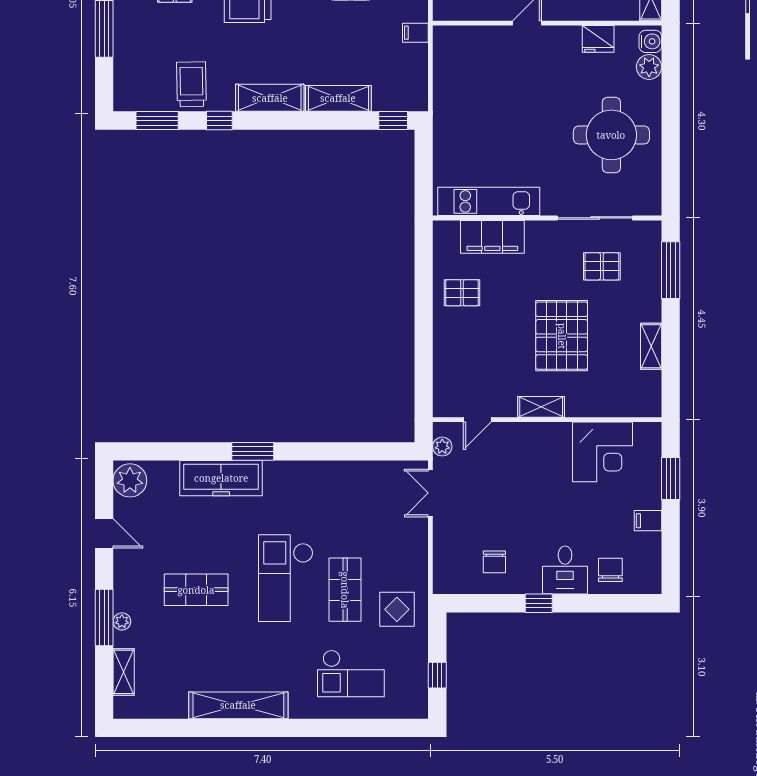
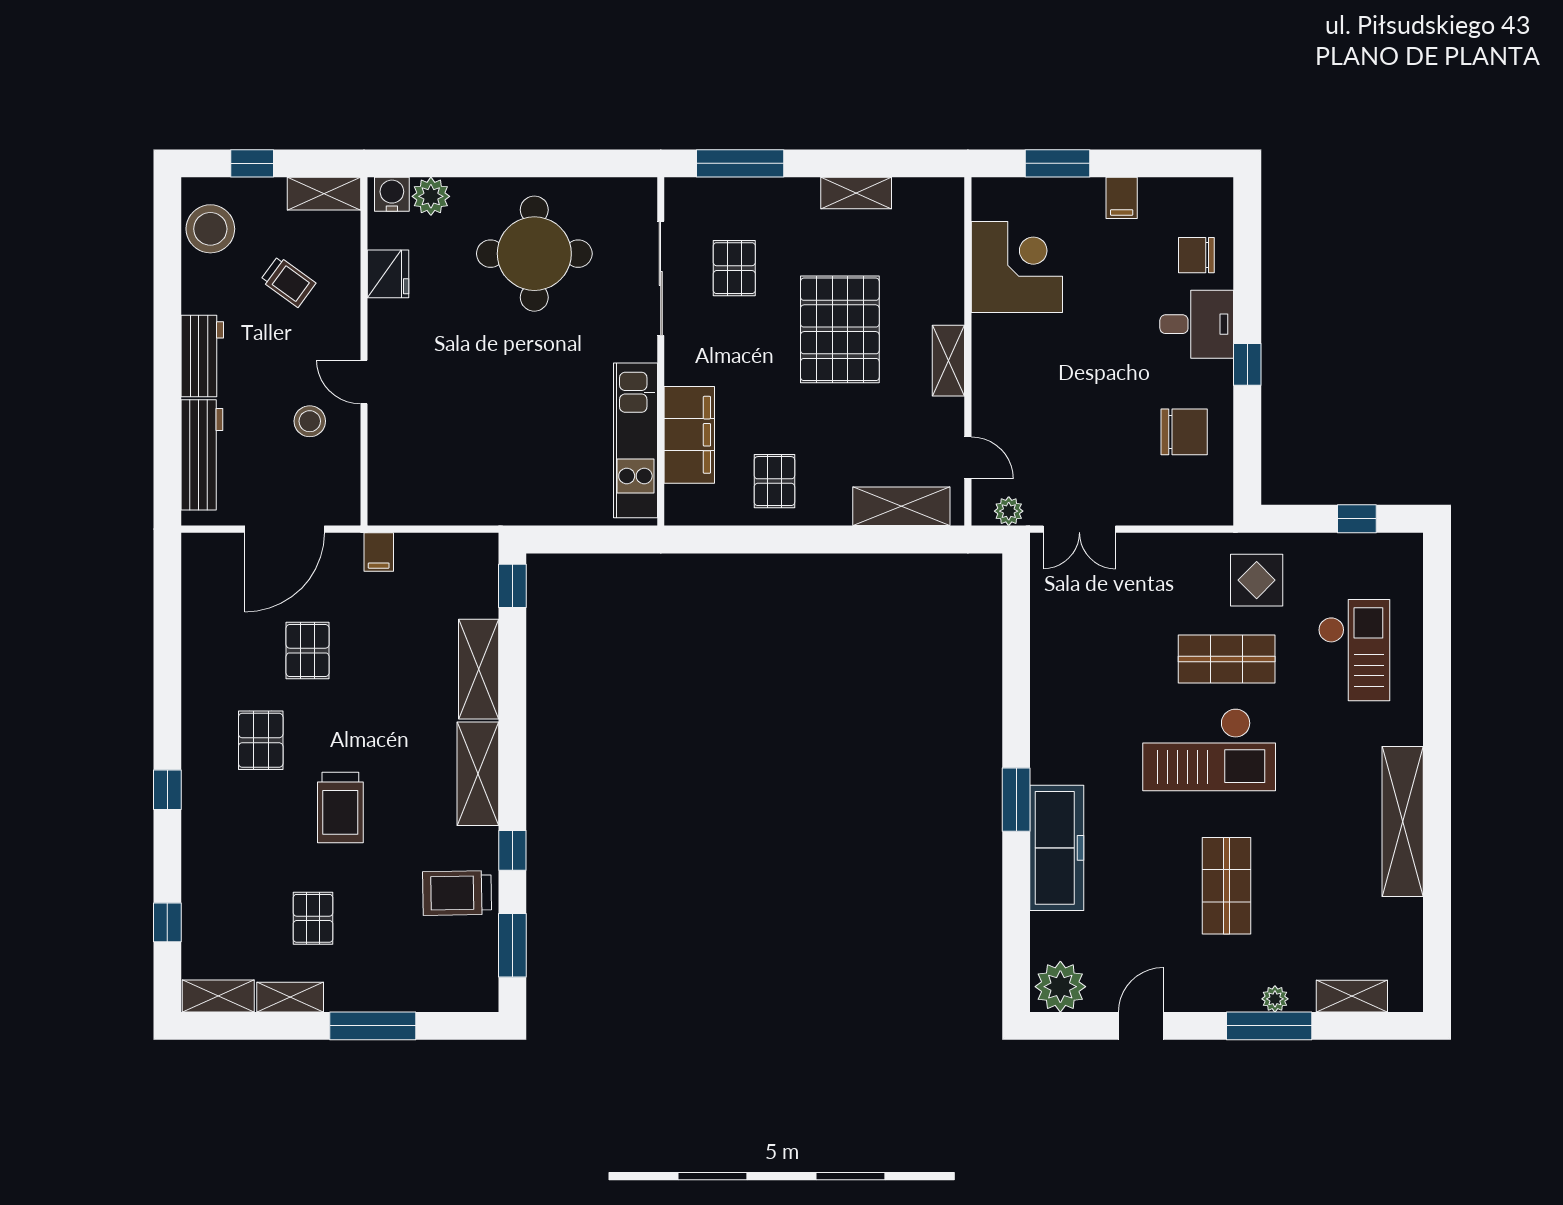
pallet: (562, 336) -> (840, 329), turned 90
shelving: (445, 376) -> (901, 506), added
chair: (494, 562) -> (1184, 432), width x1.37, depth x1.37

